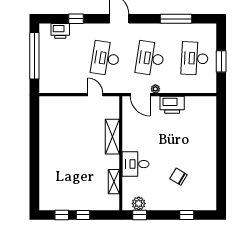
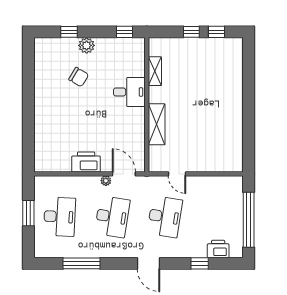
plant: (139, 203) -> (87, 45), moved

